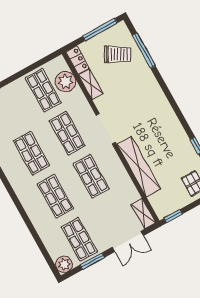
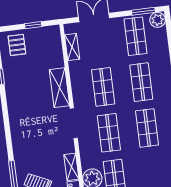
shelving: (139, 167) -> (59, 88), width x0.68
shelving: (143, 214) -> (72, 47), moved
window: (173, 216) -> (33, 25), moved
window: (92, 261) -> (143, 11), moved

